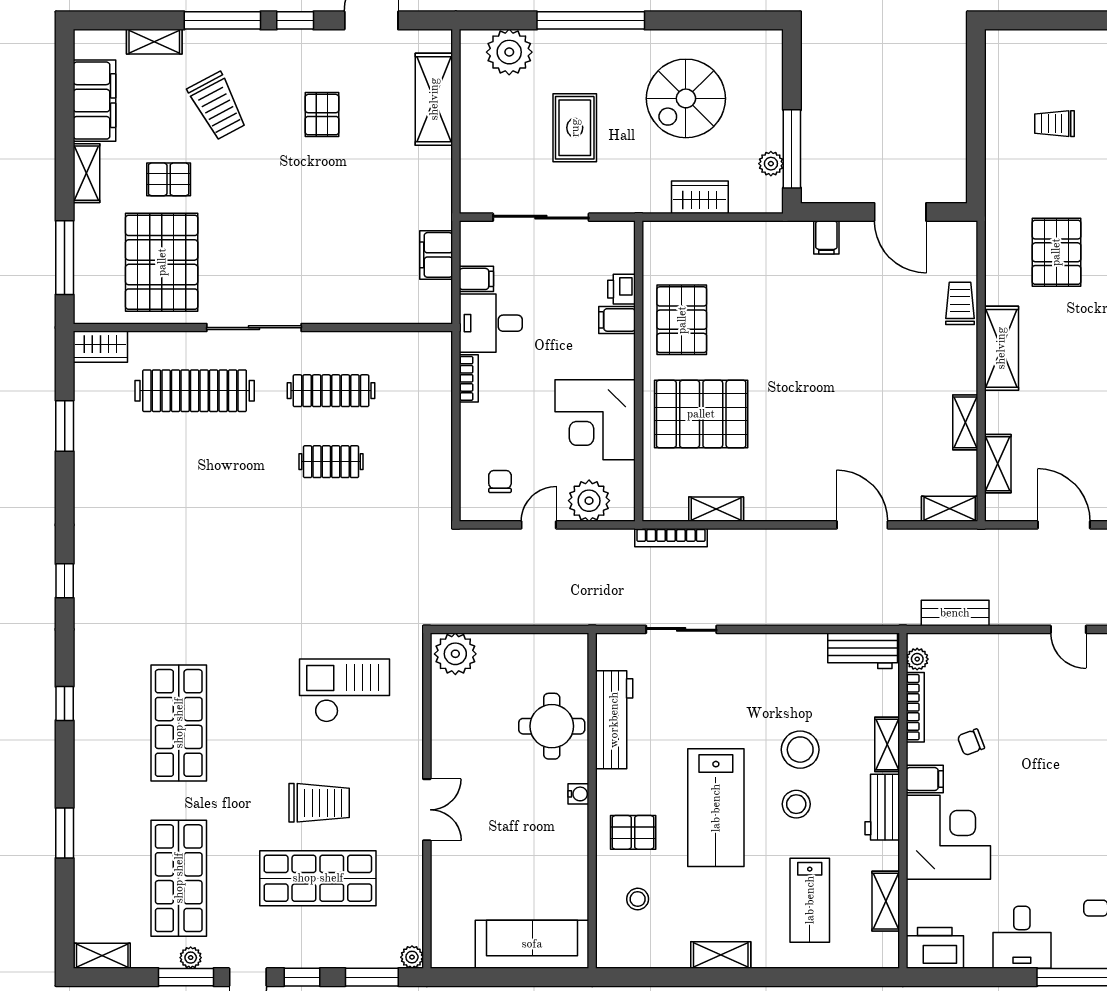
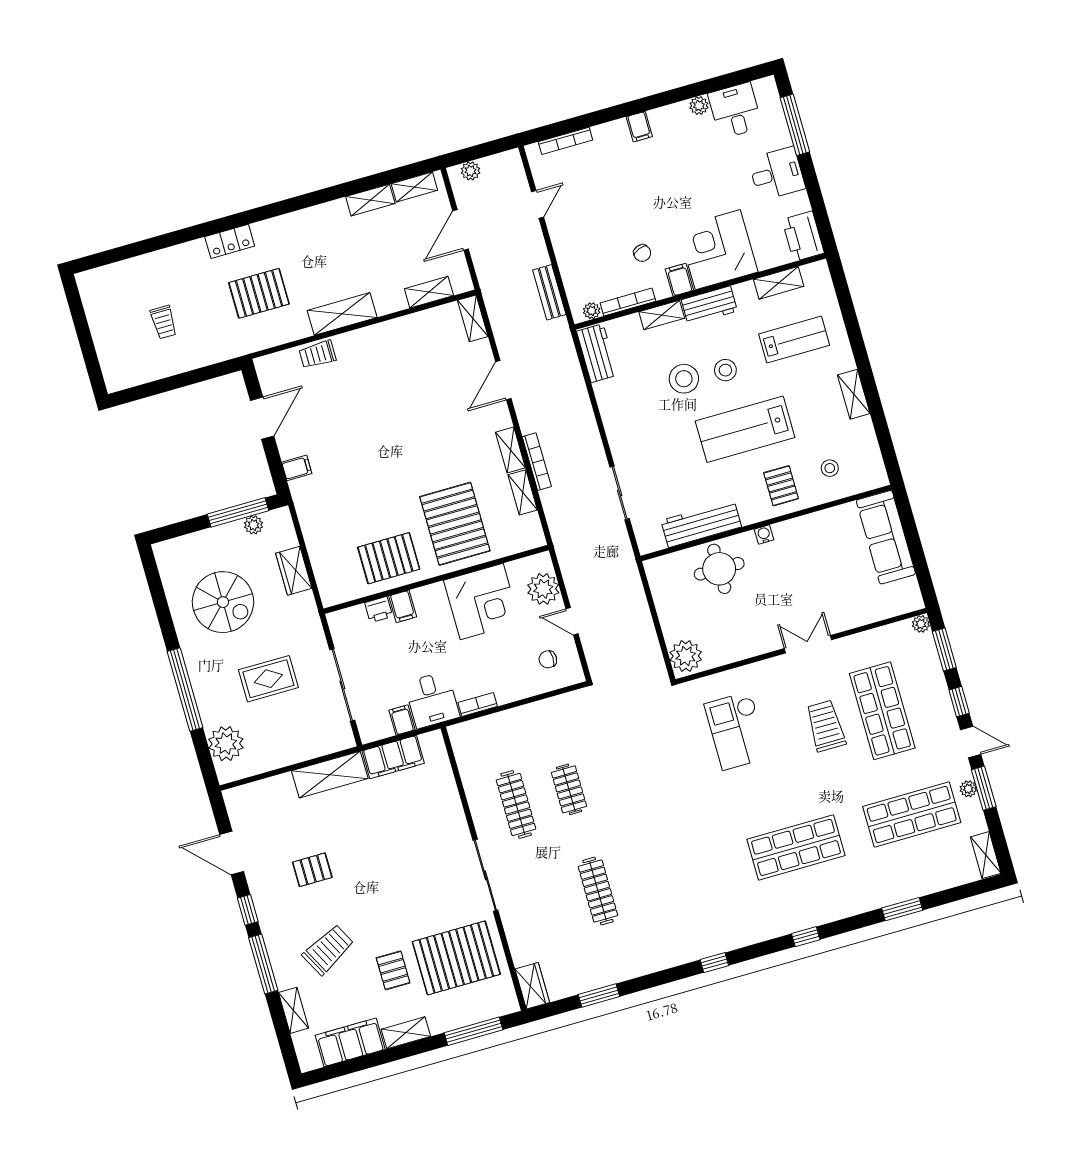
shelving: (434, 99) -> (330, 775), moved
filing cabinet: (436, 255) -> (393, 757), width x1.50, depth x1.17
clothes rail: (195, 391) -> (598, 891), moved, width x0.73, depth x0.76
shelving: (965, 422) -> (510, 450), moved, turned 90
bookcase: (671, 538) -> (537, 462), moved
lab bench: (716, 808) -> (745, 429), turned 180

